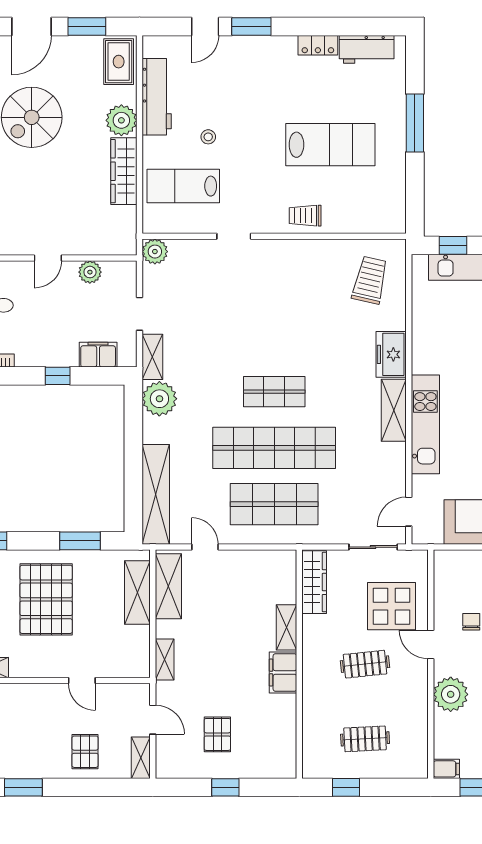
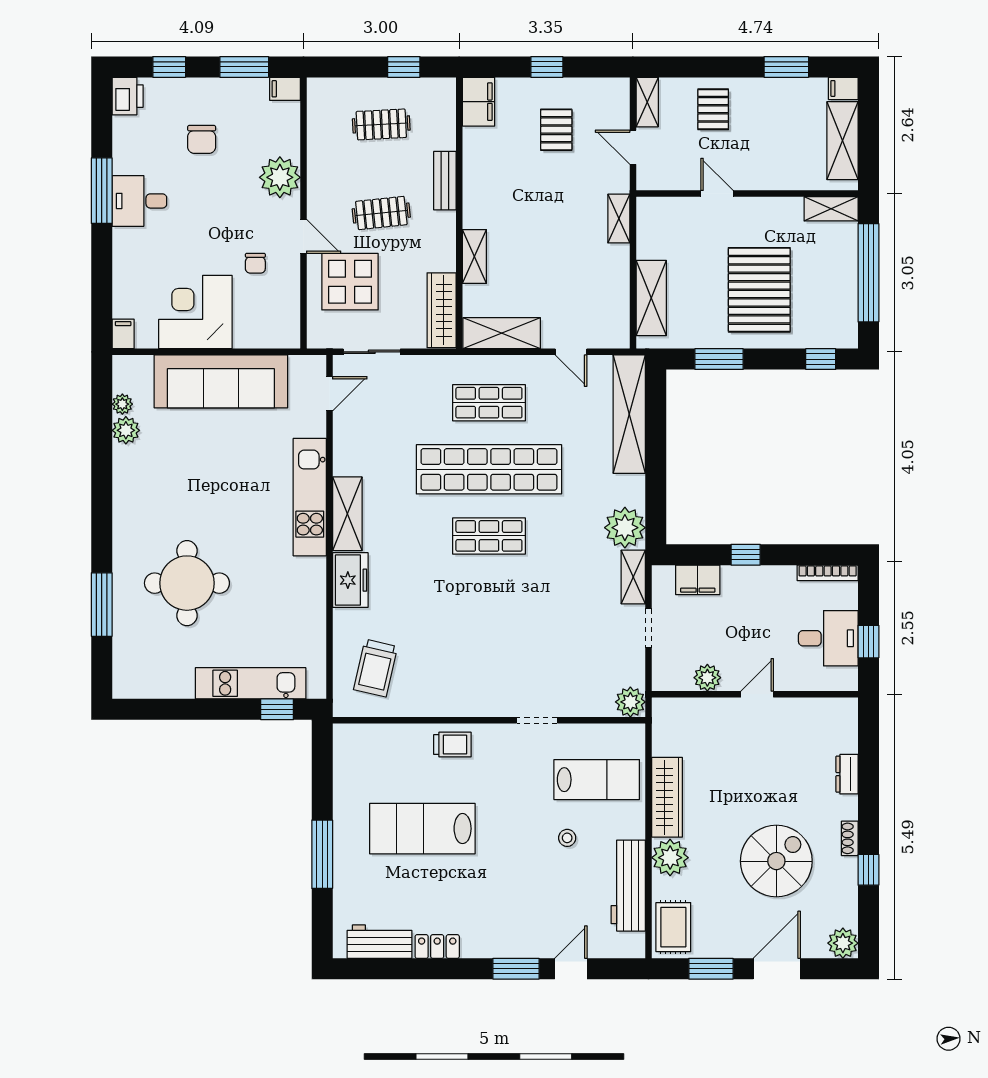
shop shelf: (274, 504) -> (489, 403), width x0.70, depth x0.74
shelving: (168, 586) -> (502, 333), moved, turned 90
filing cabinet: (283, 672) -> (478, 102), moved
bench: (311, 691) -> (445, 181), added

